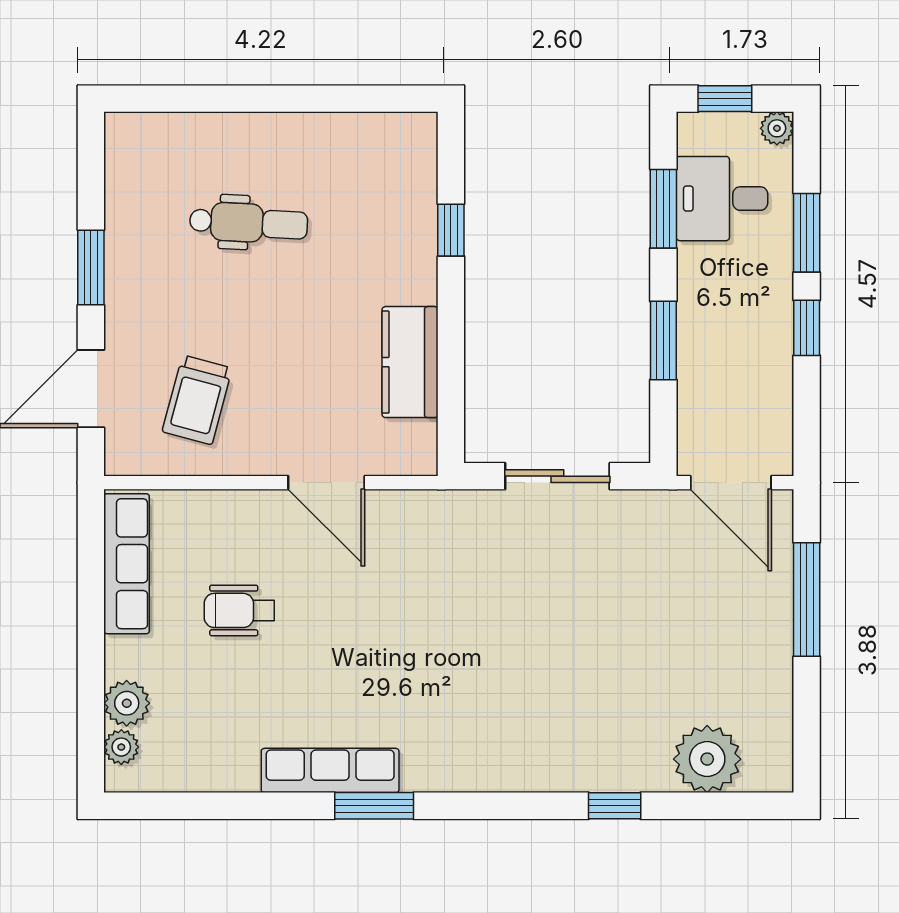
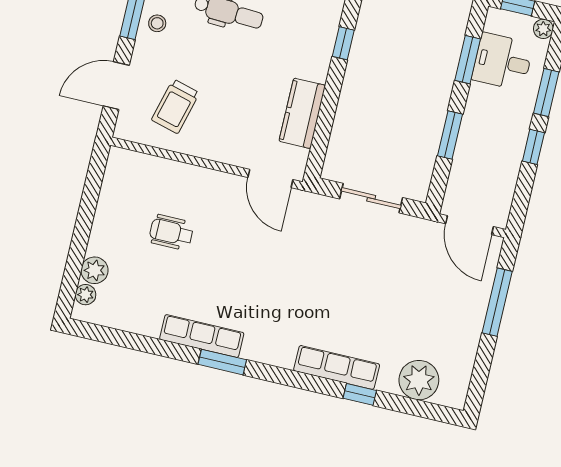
stool: (135, 269) -> (157, 23), added
door: (326, 483) -> (270, 178), moved
row of seats: (127, 564) -> (337, 367), moved, turned -90

